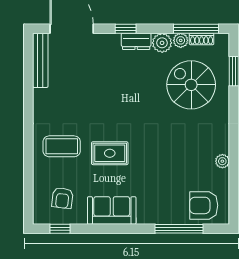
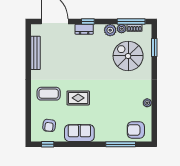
dresser: (136, 41) -> (84, 29), moved
bench: (40, 60) -> (36, 53), moved

